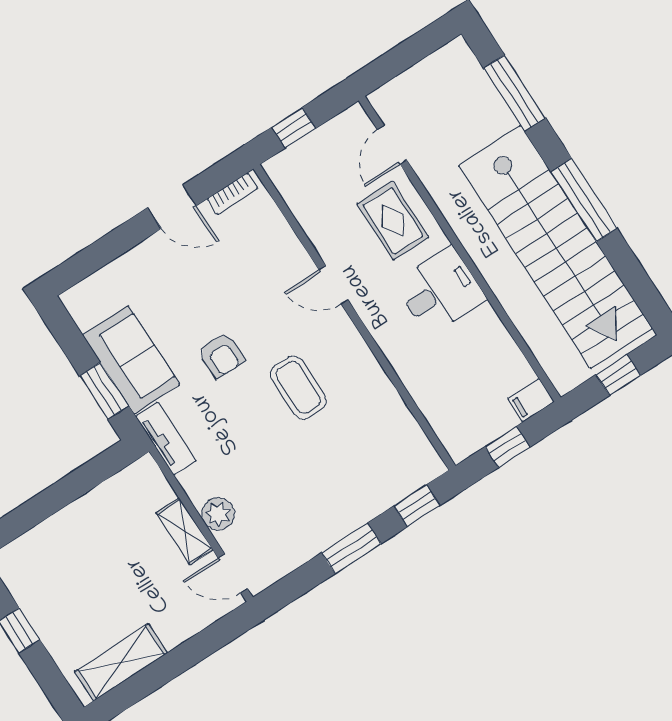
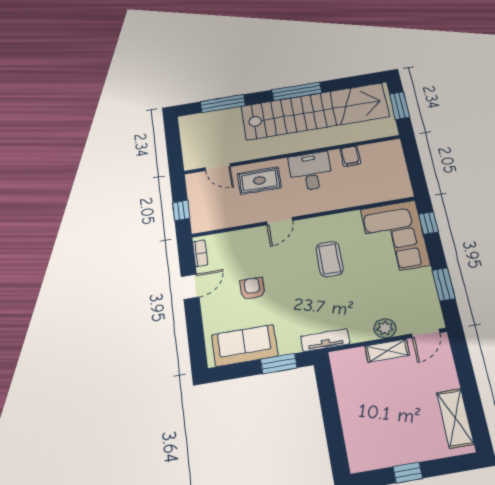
armchair: (222, 355) -> (252, 288), moved, turned -90
sofa: (131, 360) -> (245, 345), moved
window: (618, 375) -> (399, 106), width x1.50
coffee table: (298, 388) -> (330, 259), turned 90
filing cabinet: (531, 400) -> (350, 156), moved
window: (507, 447) -> (415, 168), removed
corner sofa: (373, 467) -> (395, 237), added
window: (351, 548) -> (444, 284), moved

